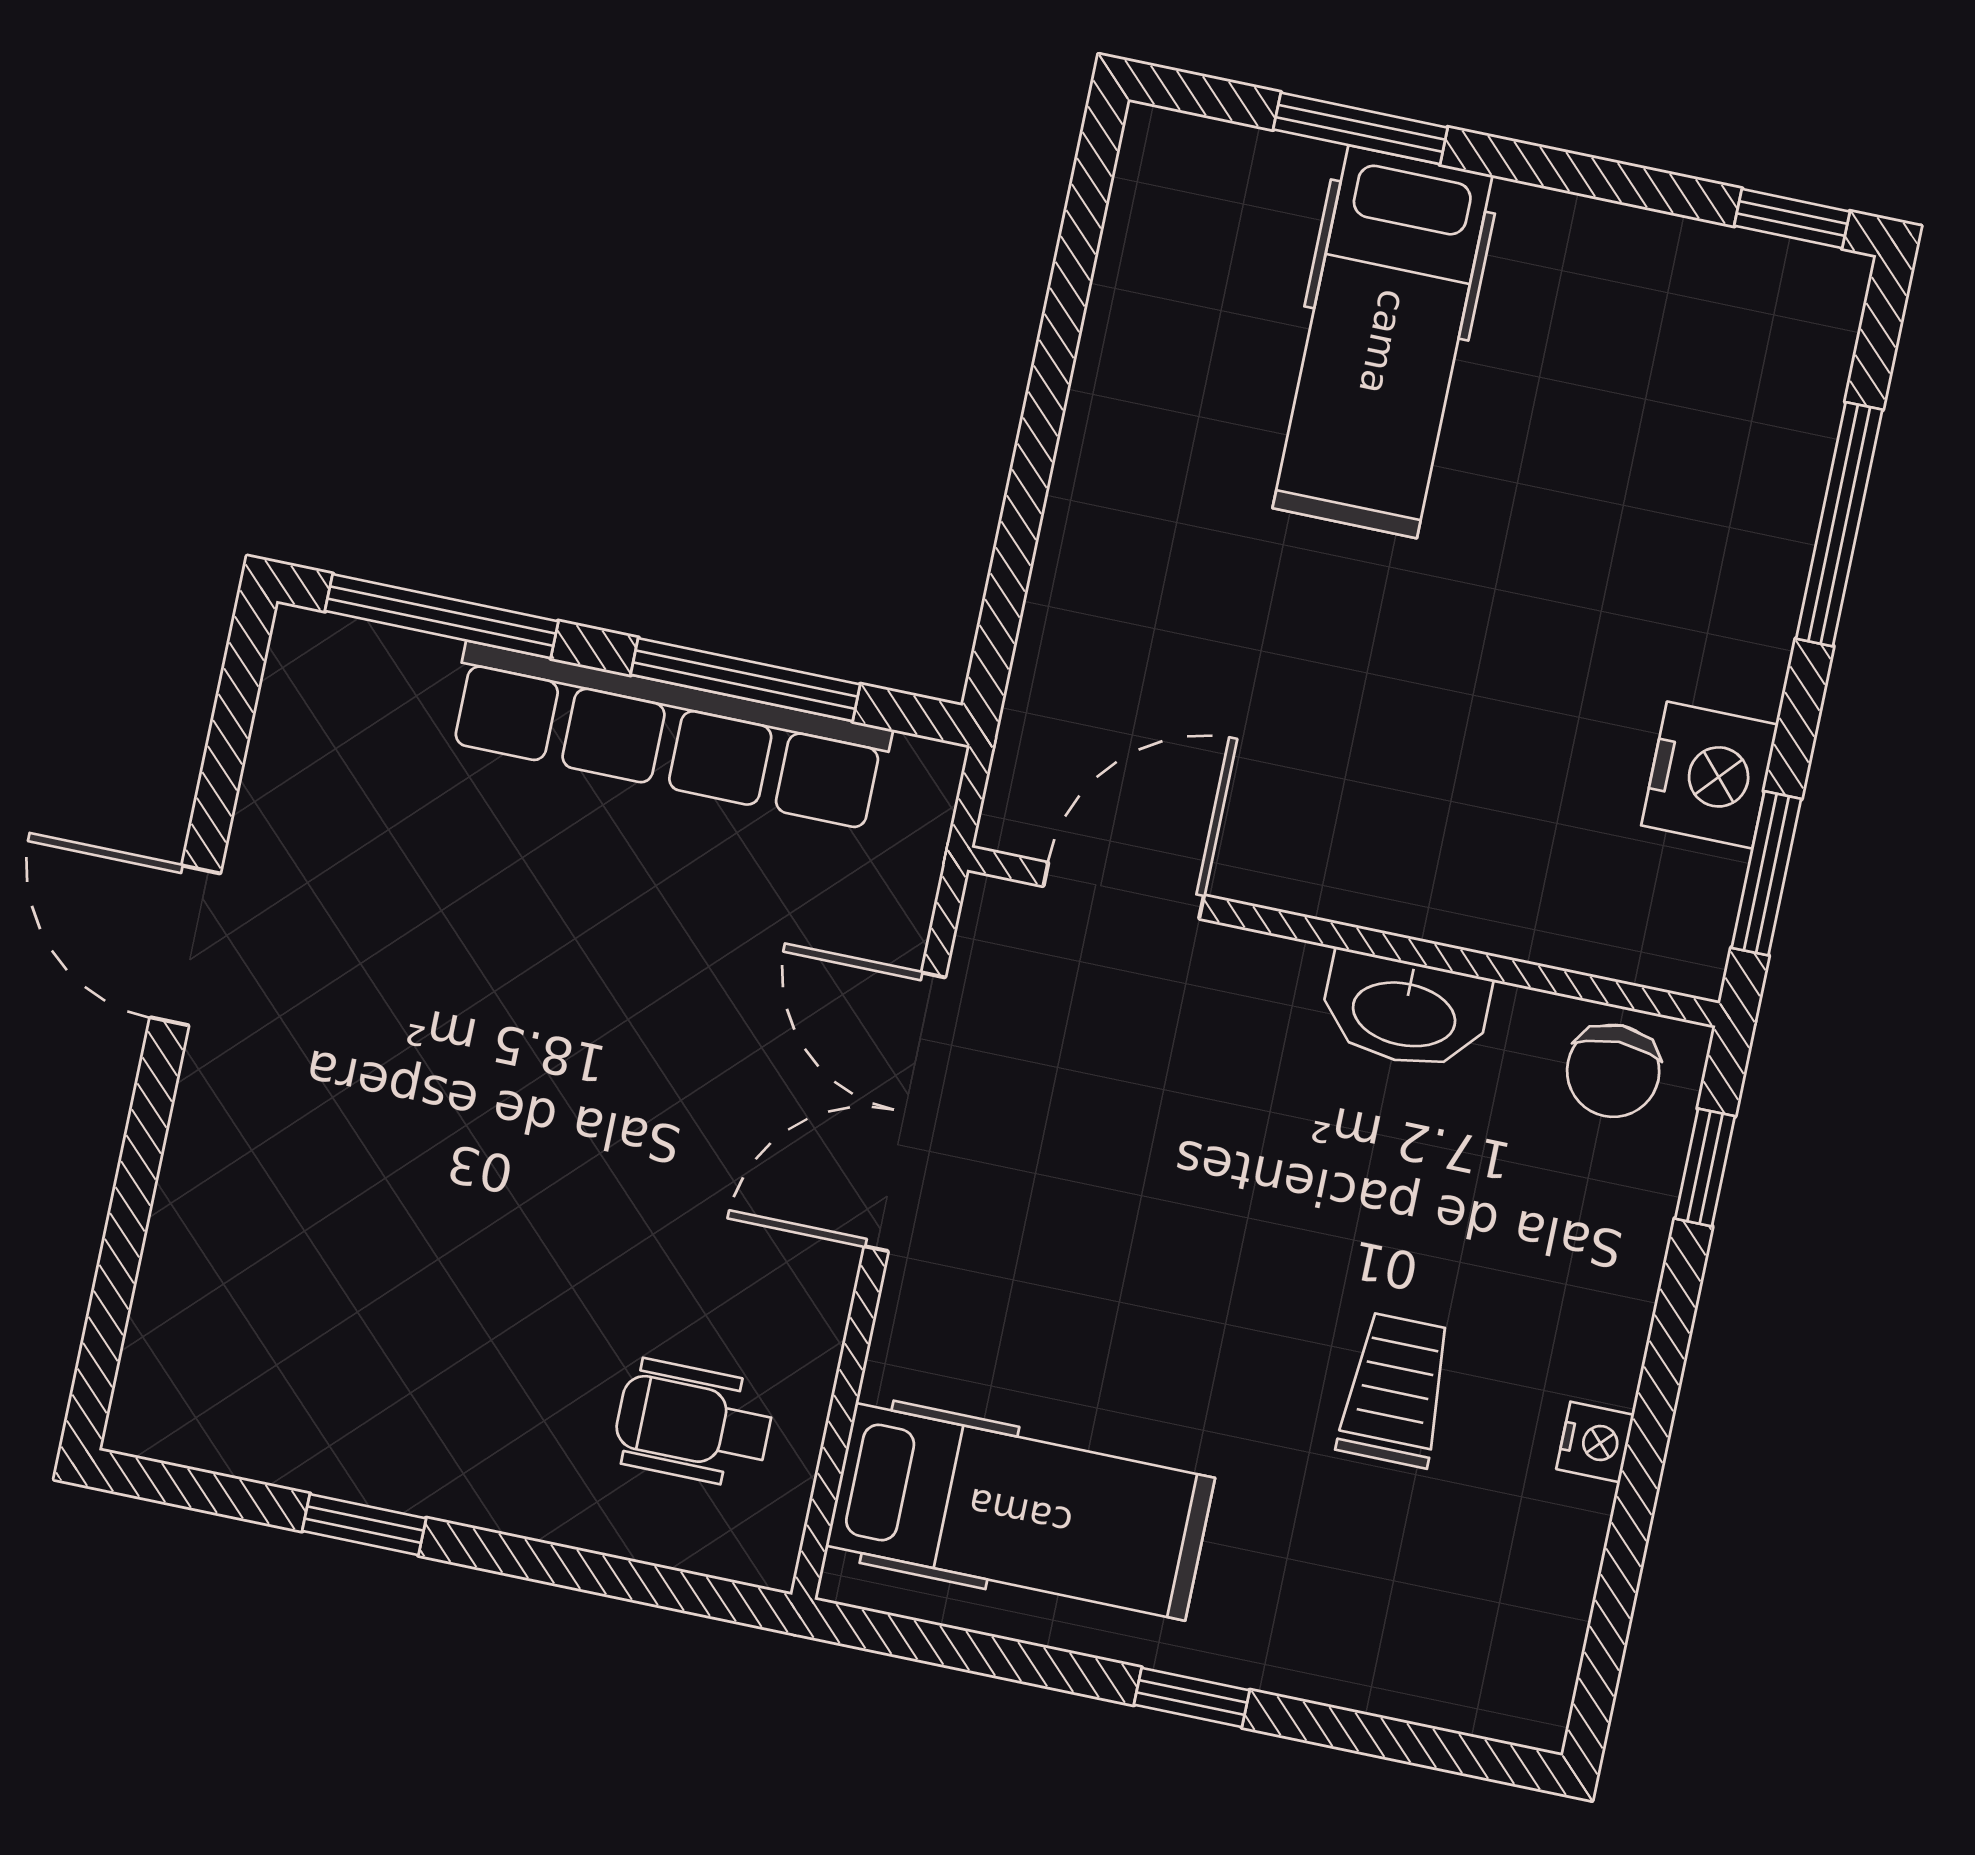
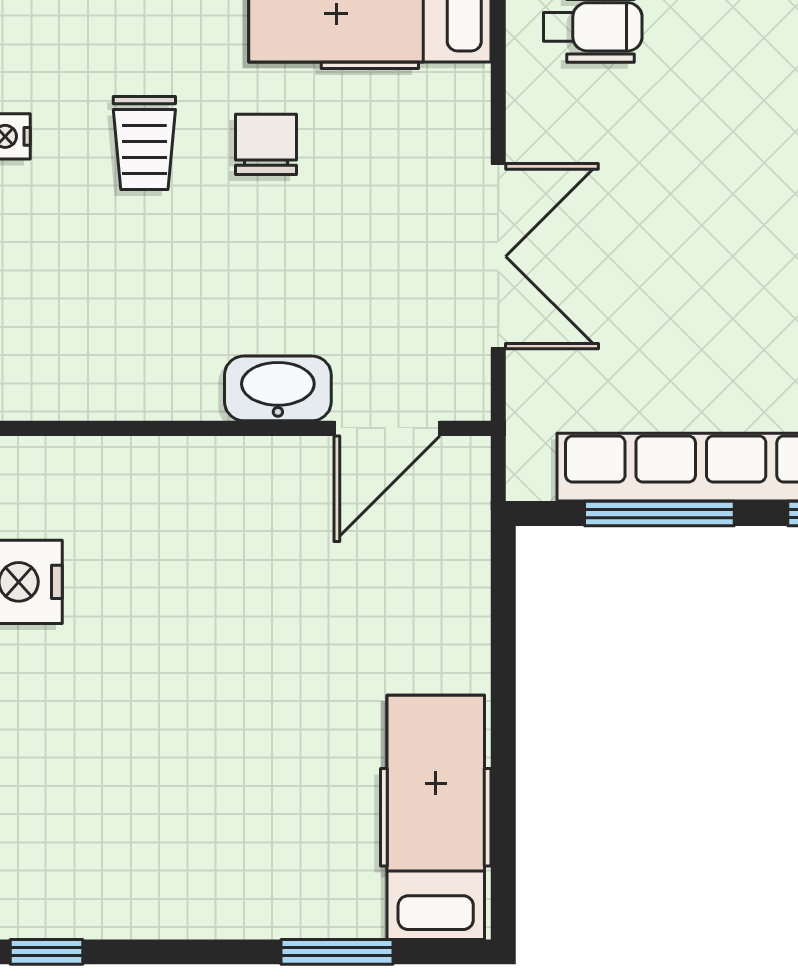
hospital bed: (1383, 342) -> (436, 817), moved
washbasin: (1405, 1011) -> (278, 388), moved
chair: (1613, 1071) -> (266, 144), moved

